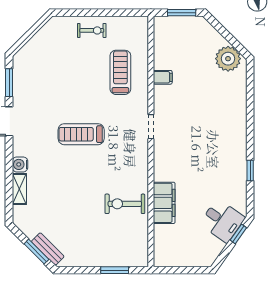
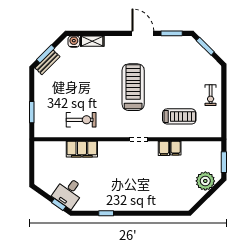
window: (26, 37) -> (205, 46), added
plant: (228, 59) -> (205, 181), moved
filing cabinet: (163, 93) -> (164, 148), added
treadmill: (81, 134) -> (133, 87), width x1.37, depth x1.38
water cooler: (20, 164) -> (74, 42), moved
exercise bike: (125, 204) -> (81, 120), turned 90

